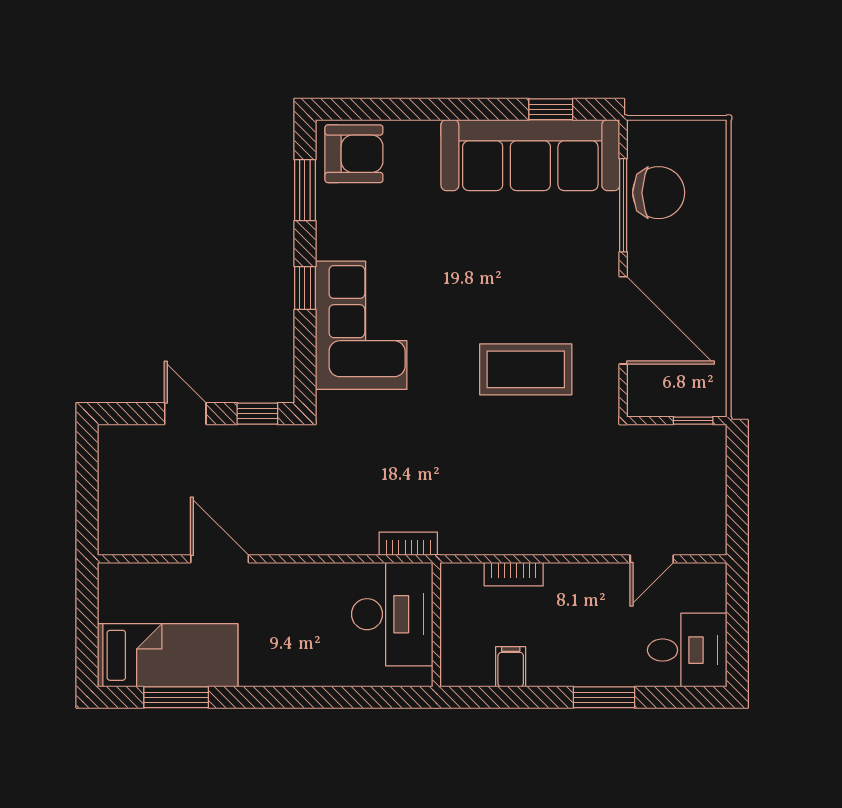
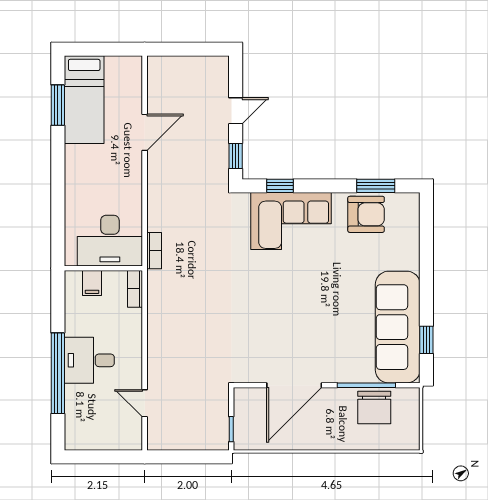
armchair: (354, 154) -> (366, 214), moved, turned -90
window: (305, 288) -> (280, 186), moved
coffee table: (526, 369) -> (263, 324), removed
bookcase: (514, 574) -> (135, 289), moved
desk: (687, 650) -> (89, 360), moved, turned 90
filing cabinet: (511, 667) -> (92, 283), moved, turned 90
window: (604, 697) -> (58, 373), width x2.11

